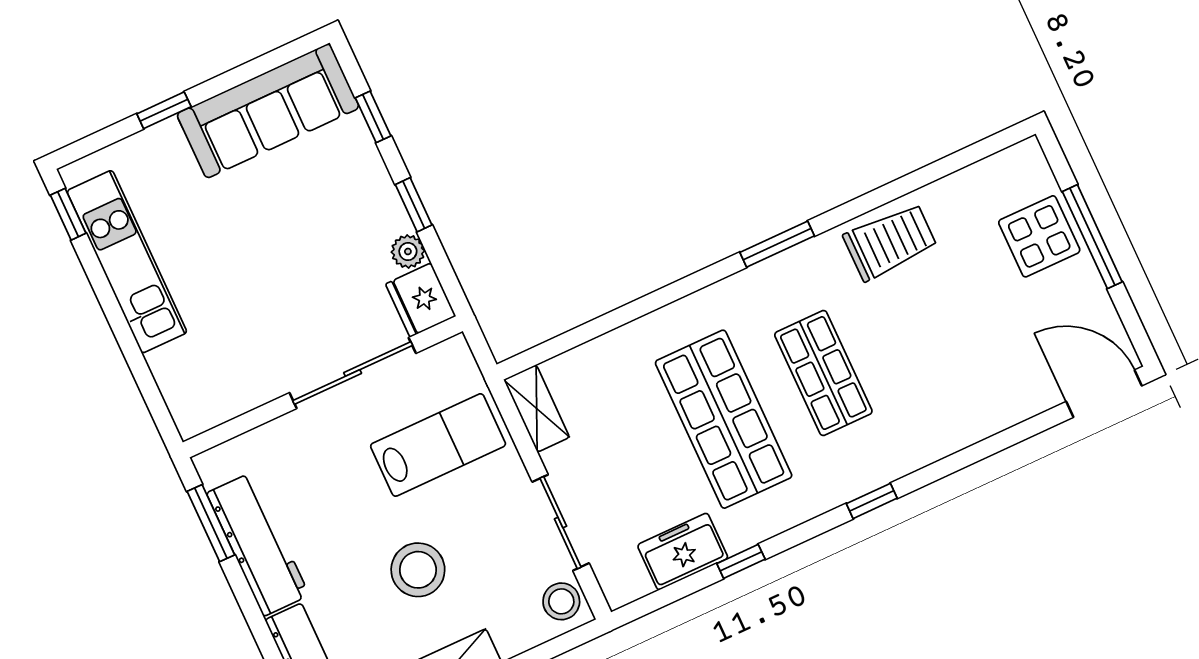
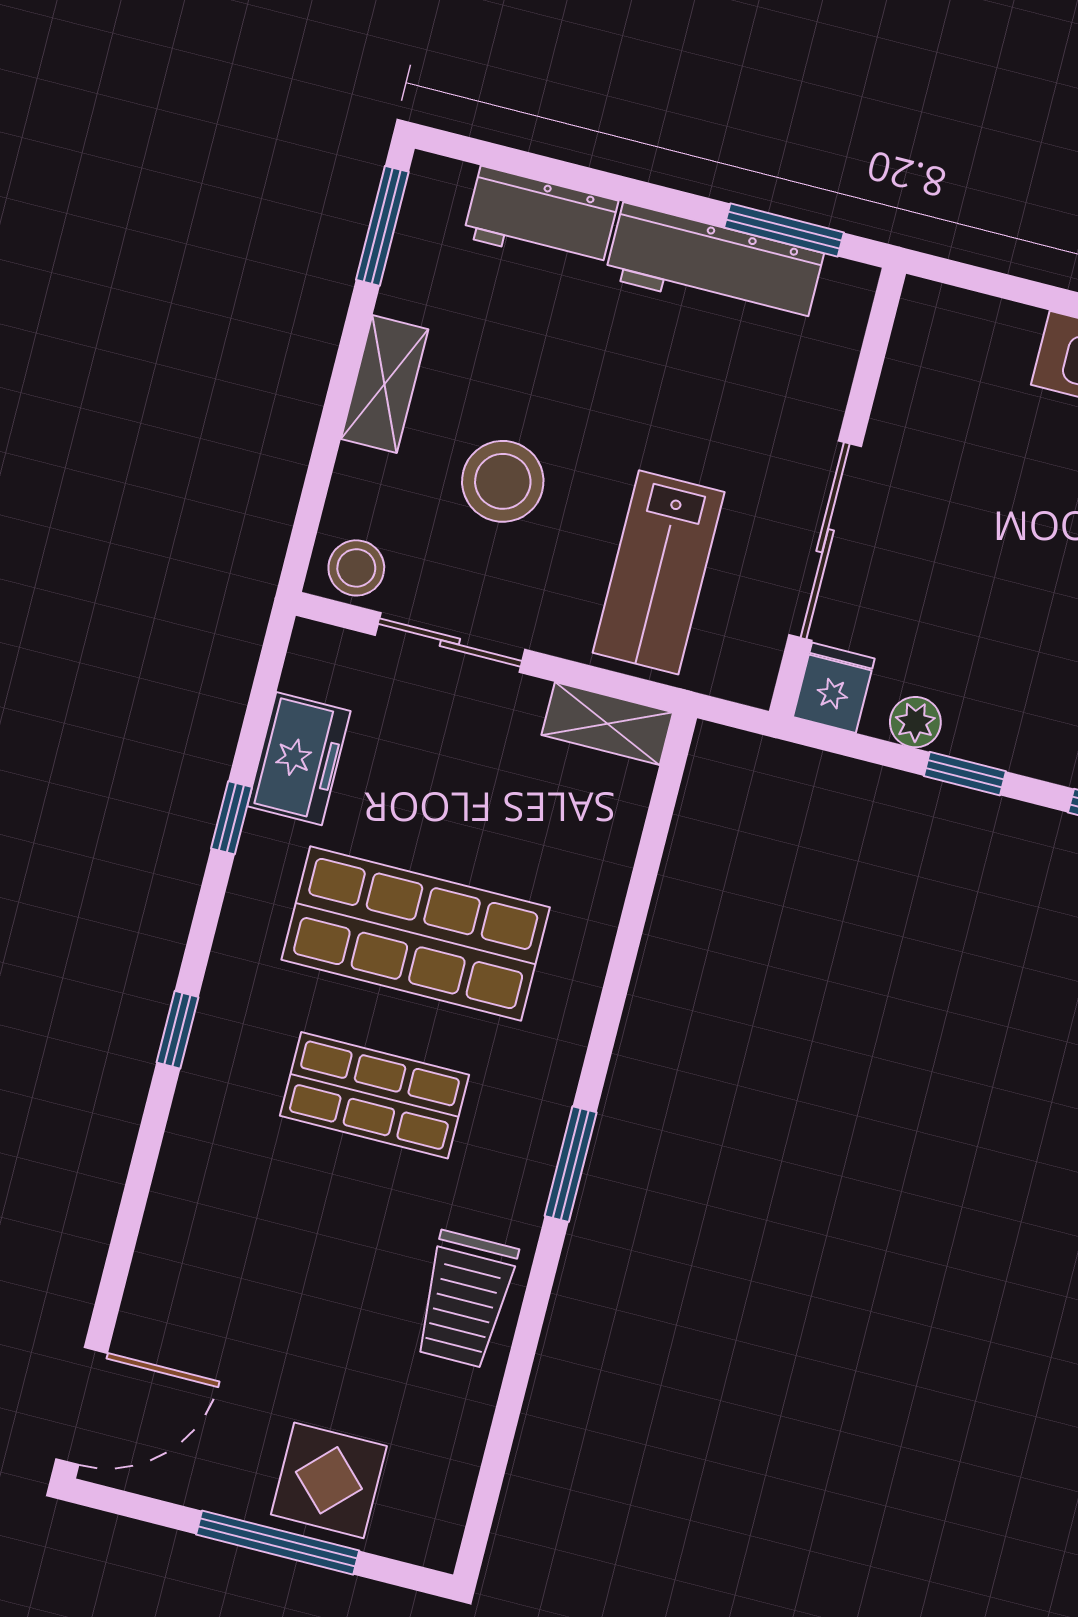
fridge: (421, 300) -> (834, 688), width x0.72
stool: (418, 570) -> (503, 481), moved

